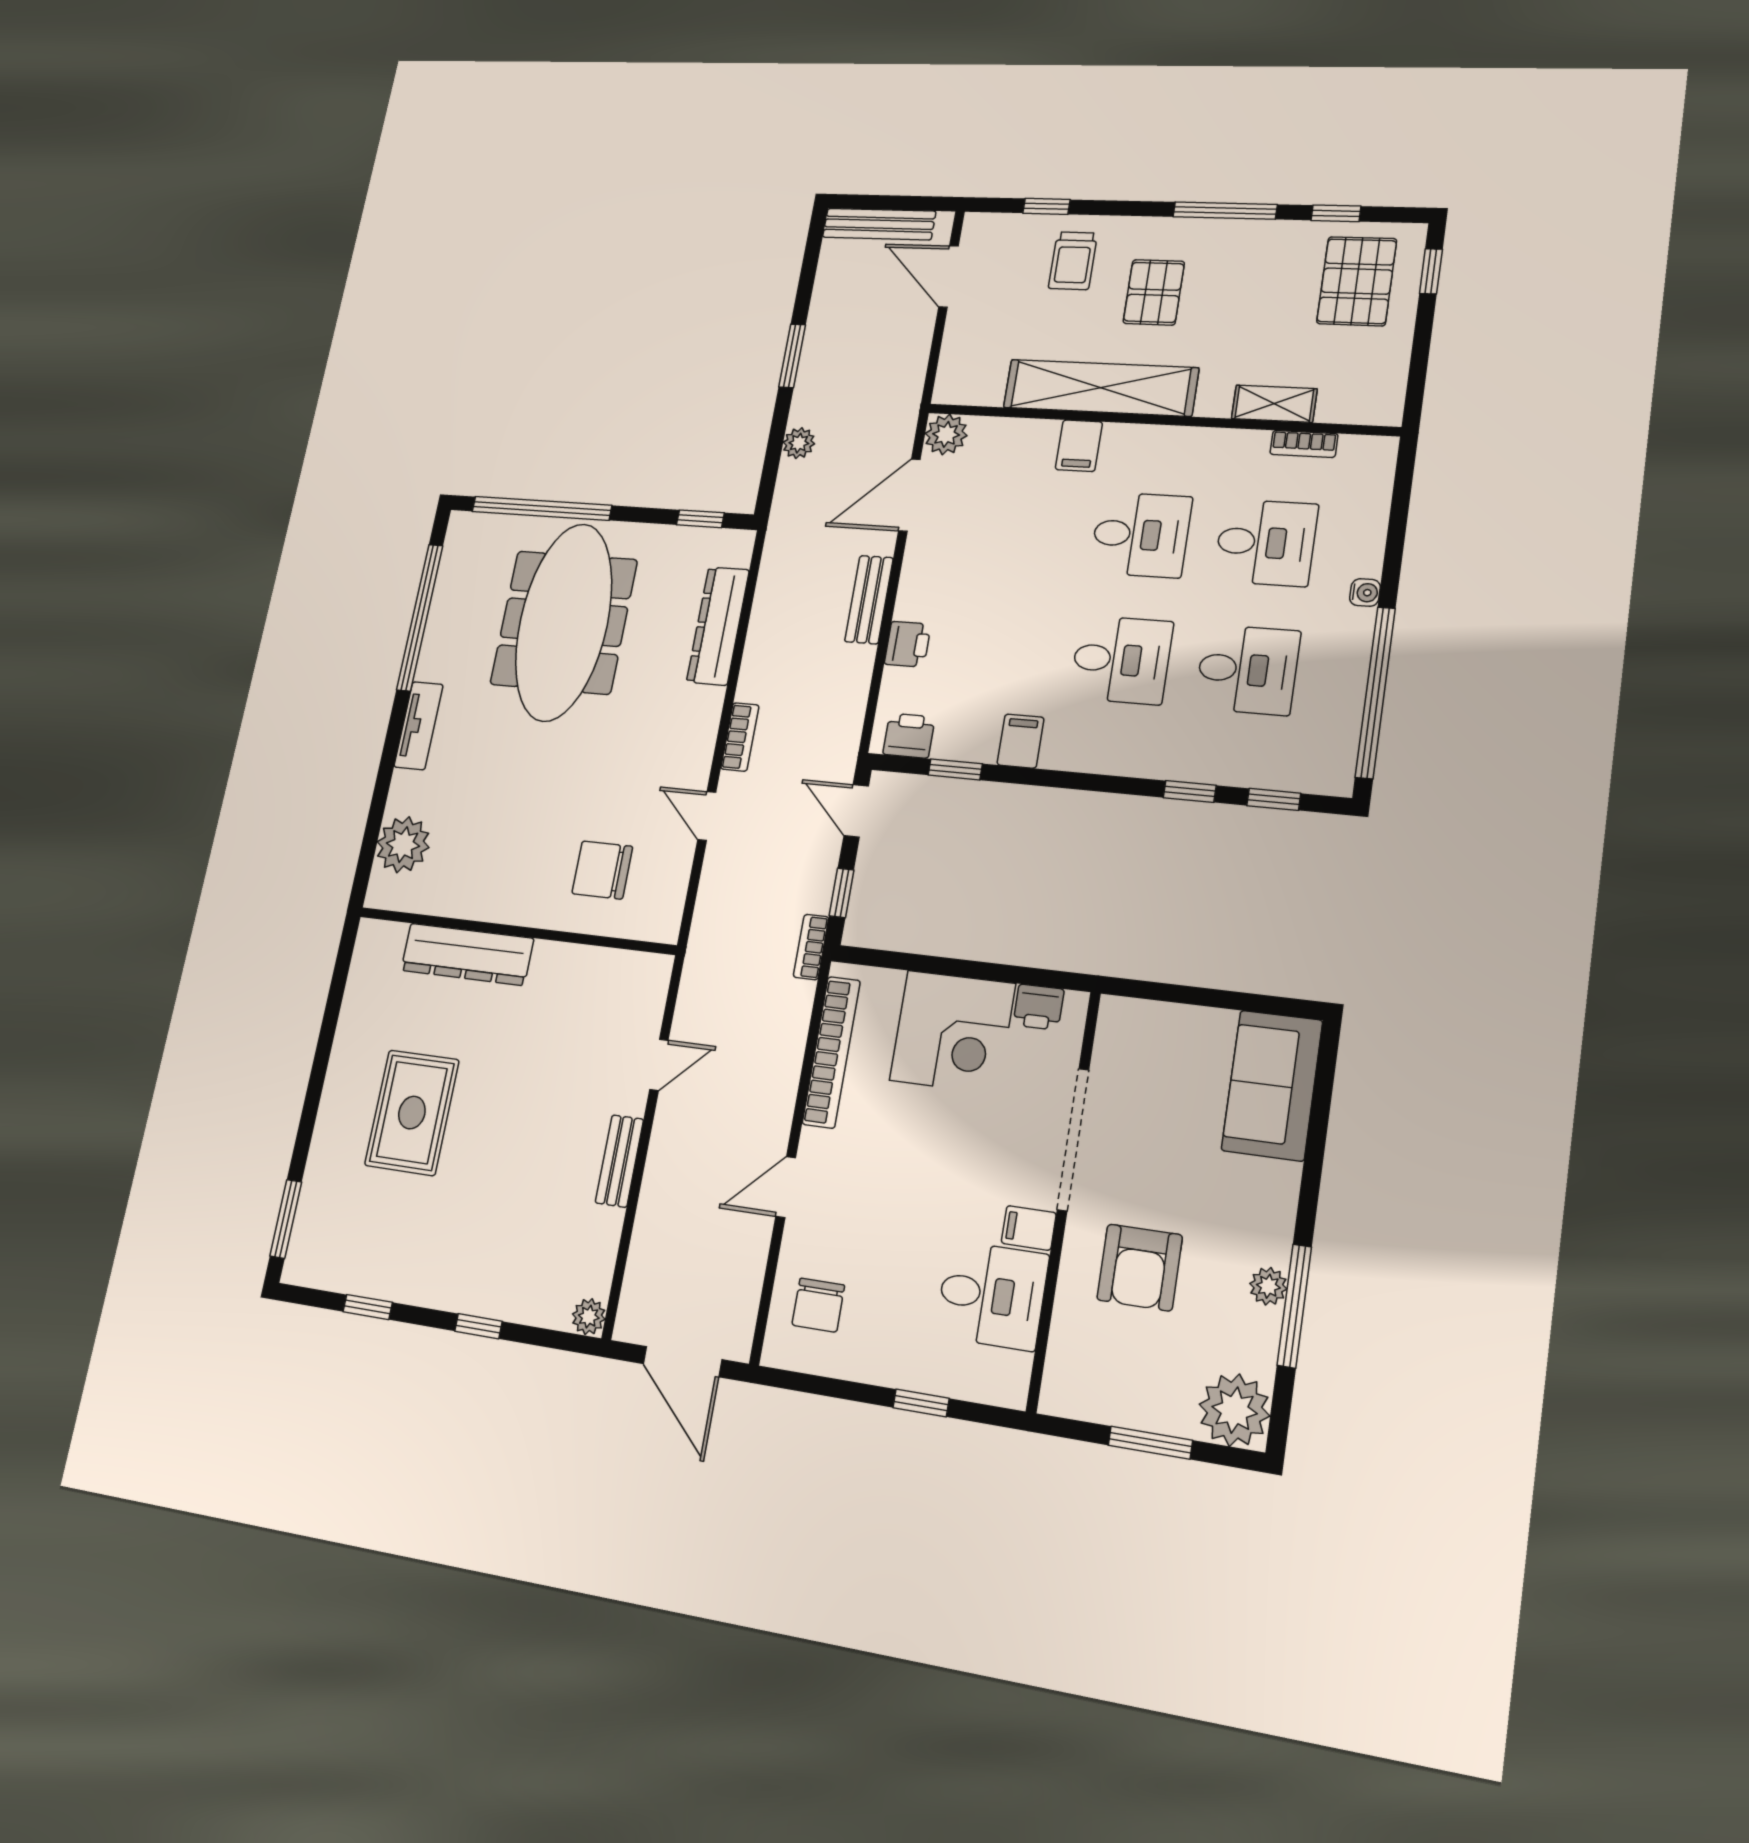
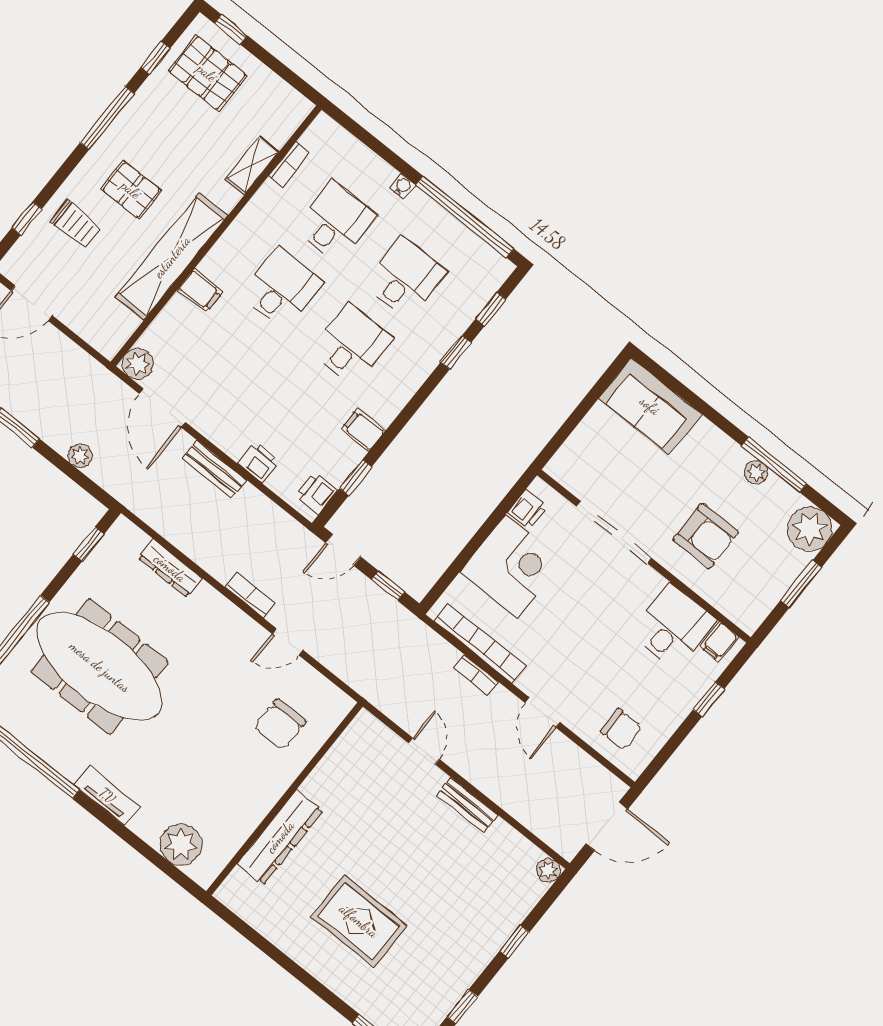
dresser: (718, 626) -> (170, 568), width x0.73, depth x0.80
bookcase: (811, 947) -> (476, 675), moved
filing cabinet: (1029, 1228) -> (719, 642), moved

